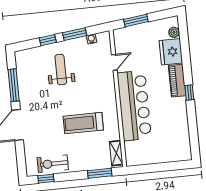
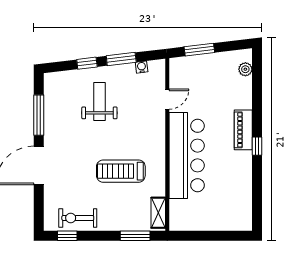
fridge: (171, 52) -> (239, 93), removed

